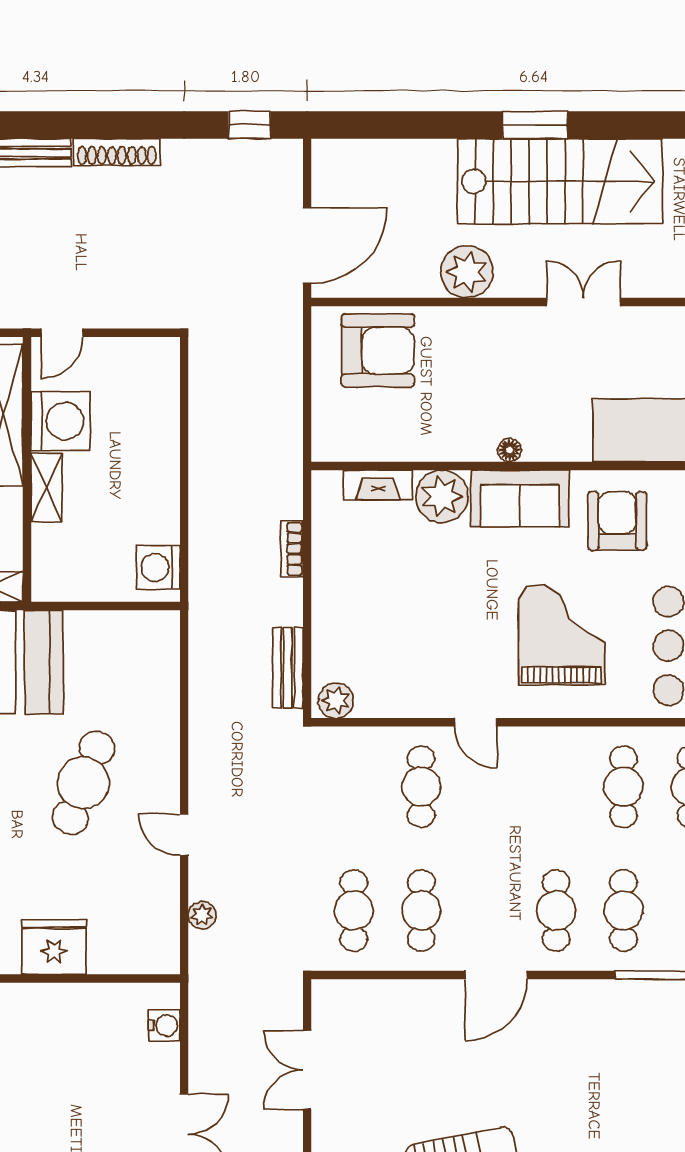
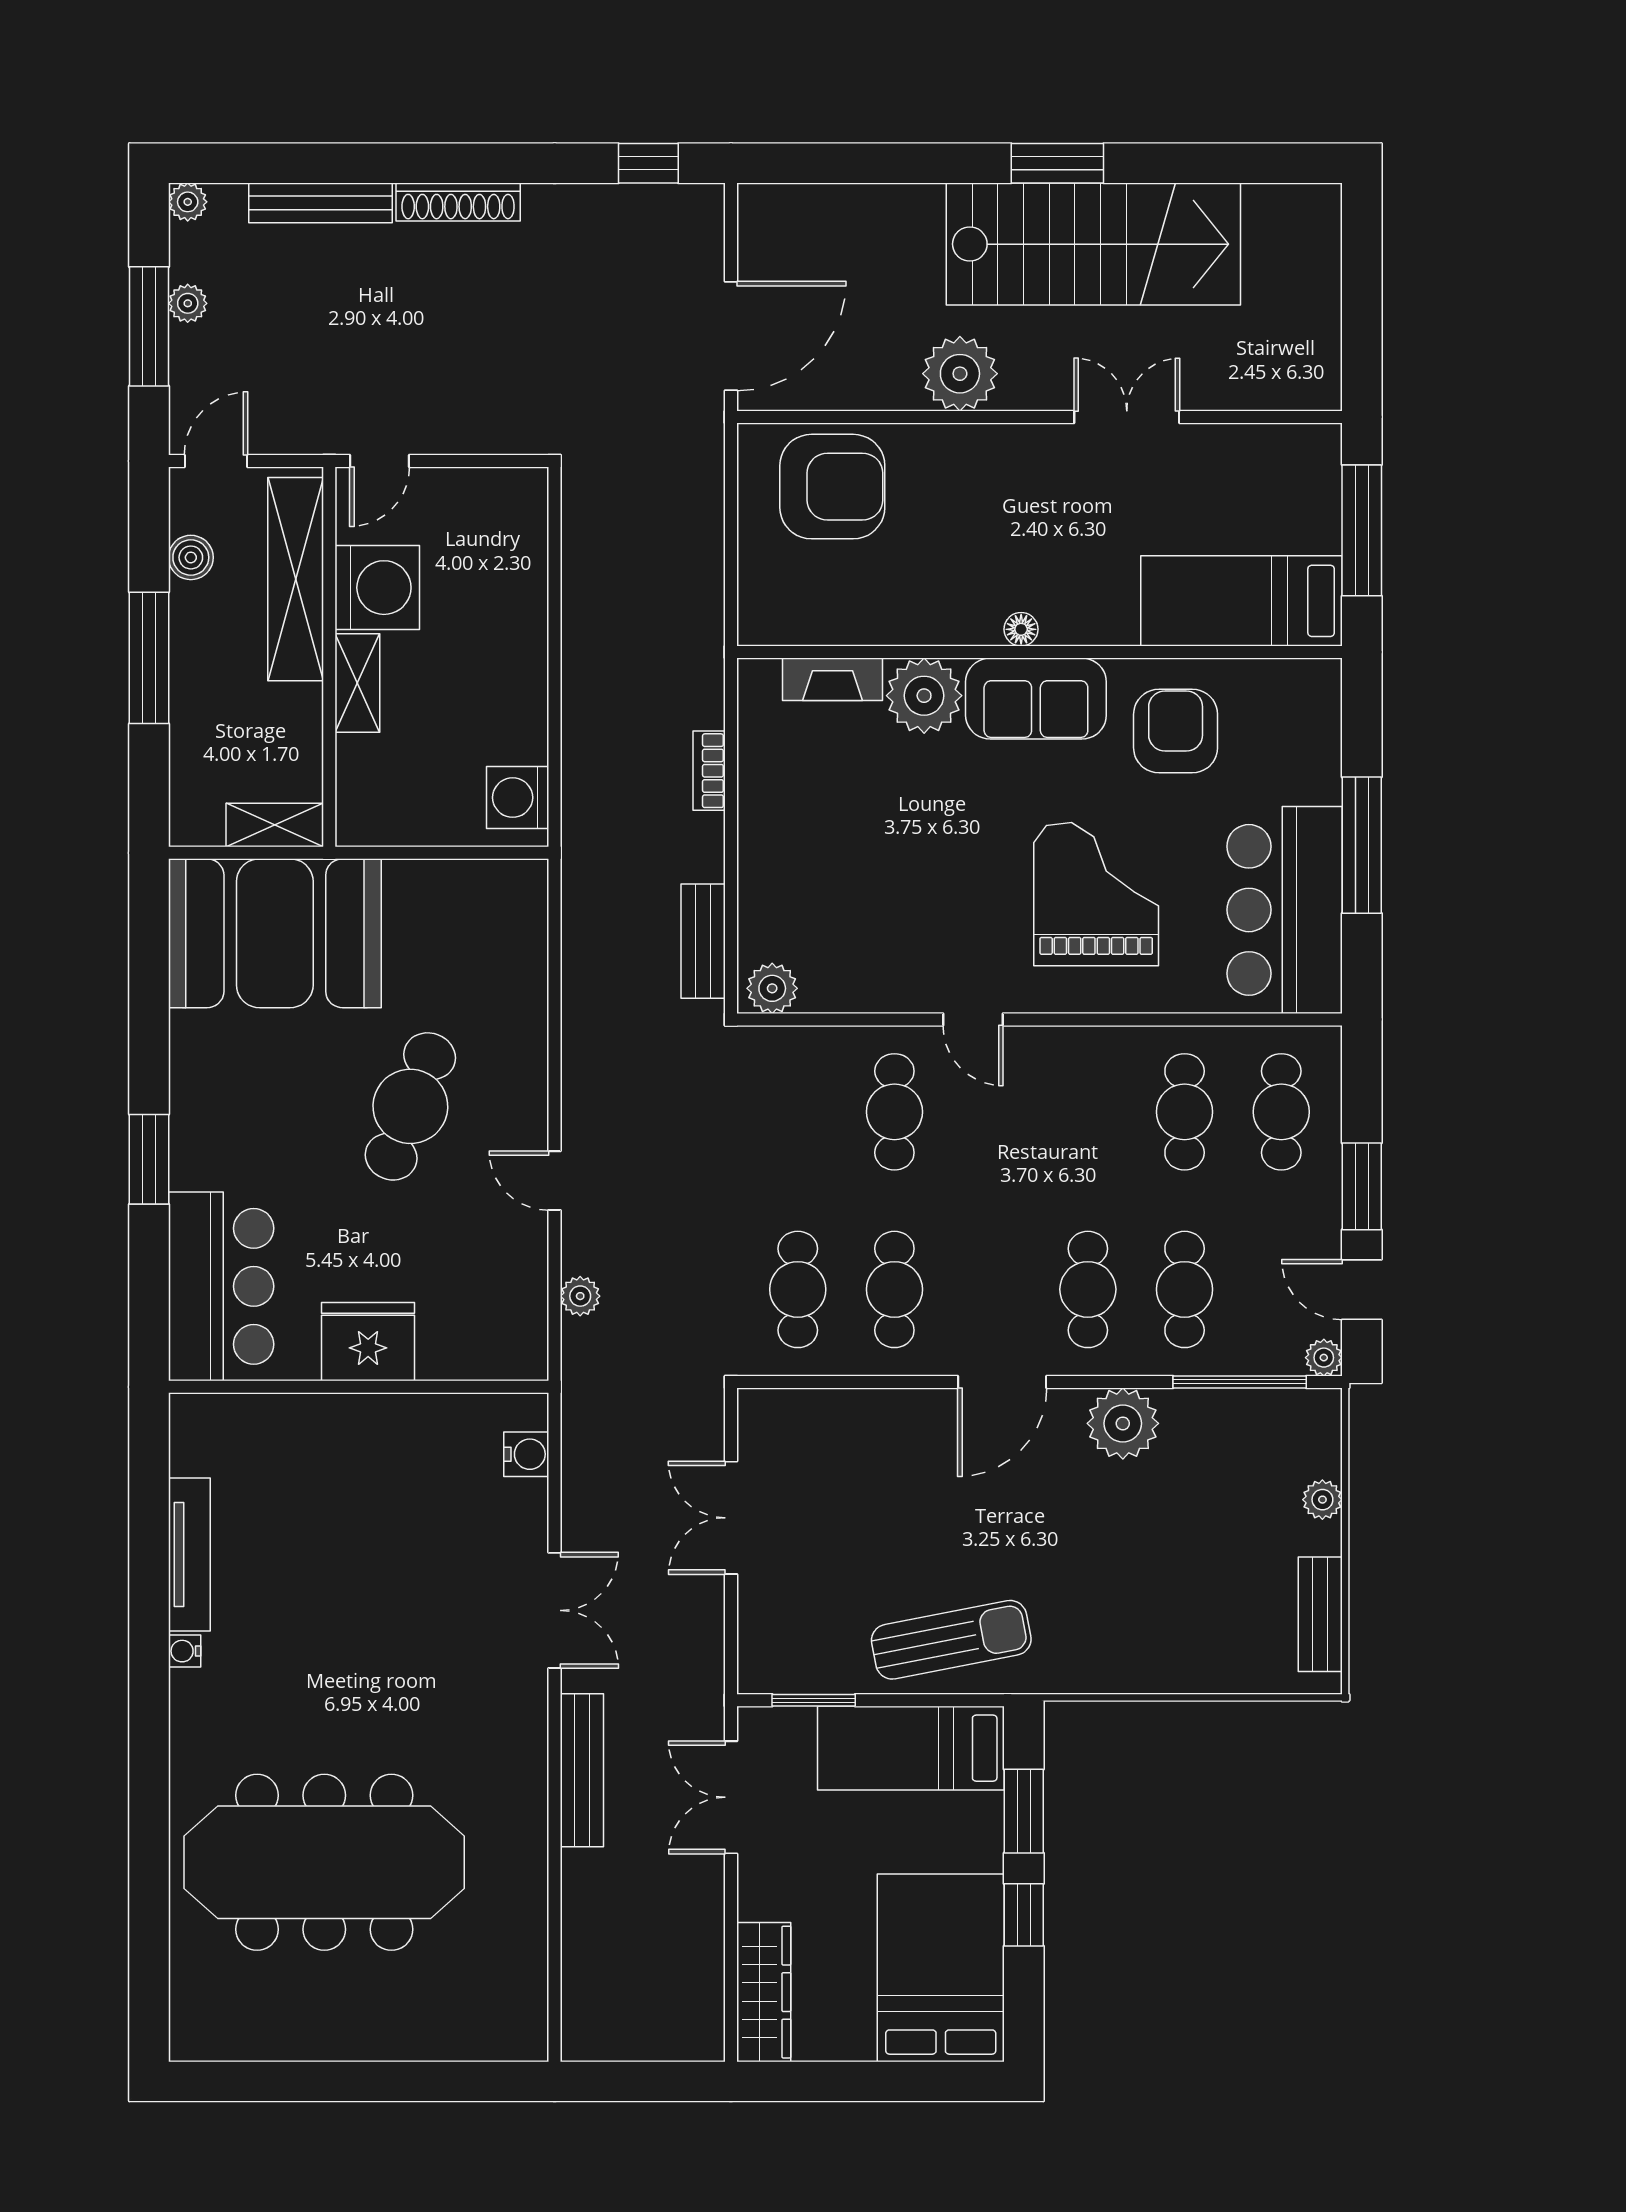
plant: (580, 1004) -> (1123, 1423), added

